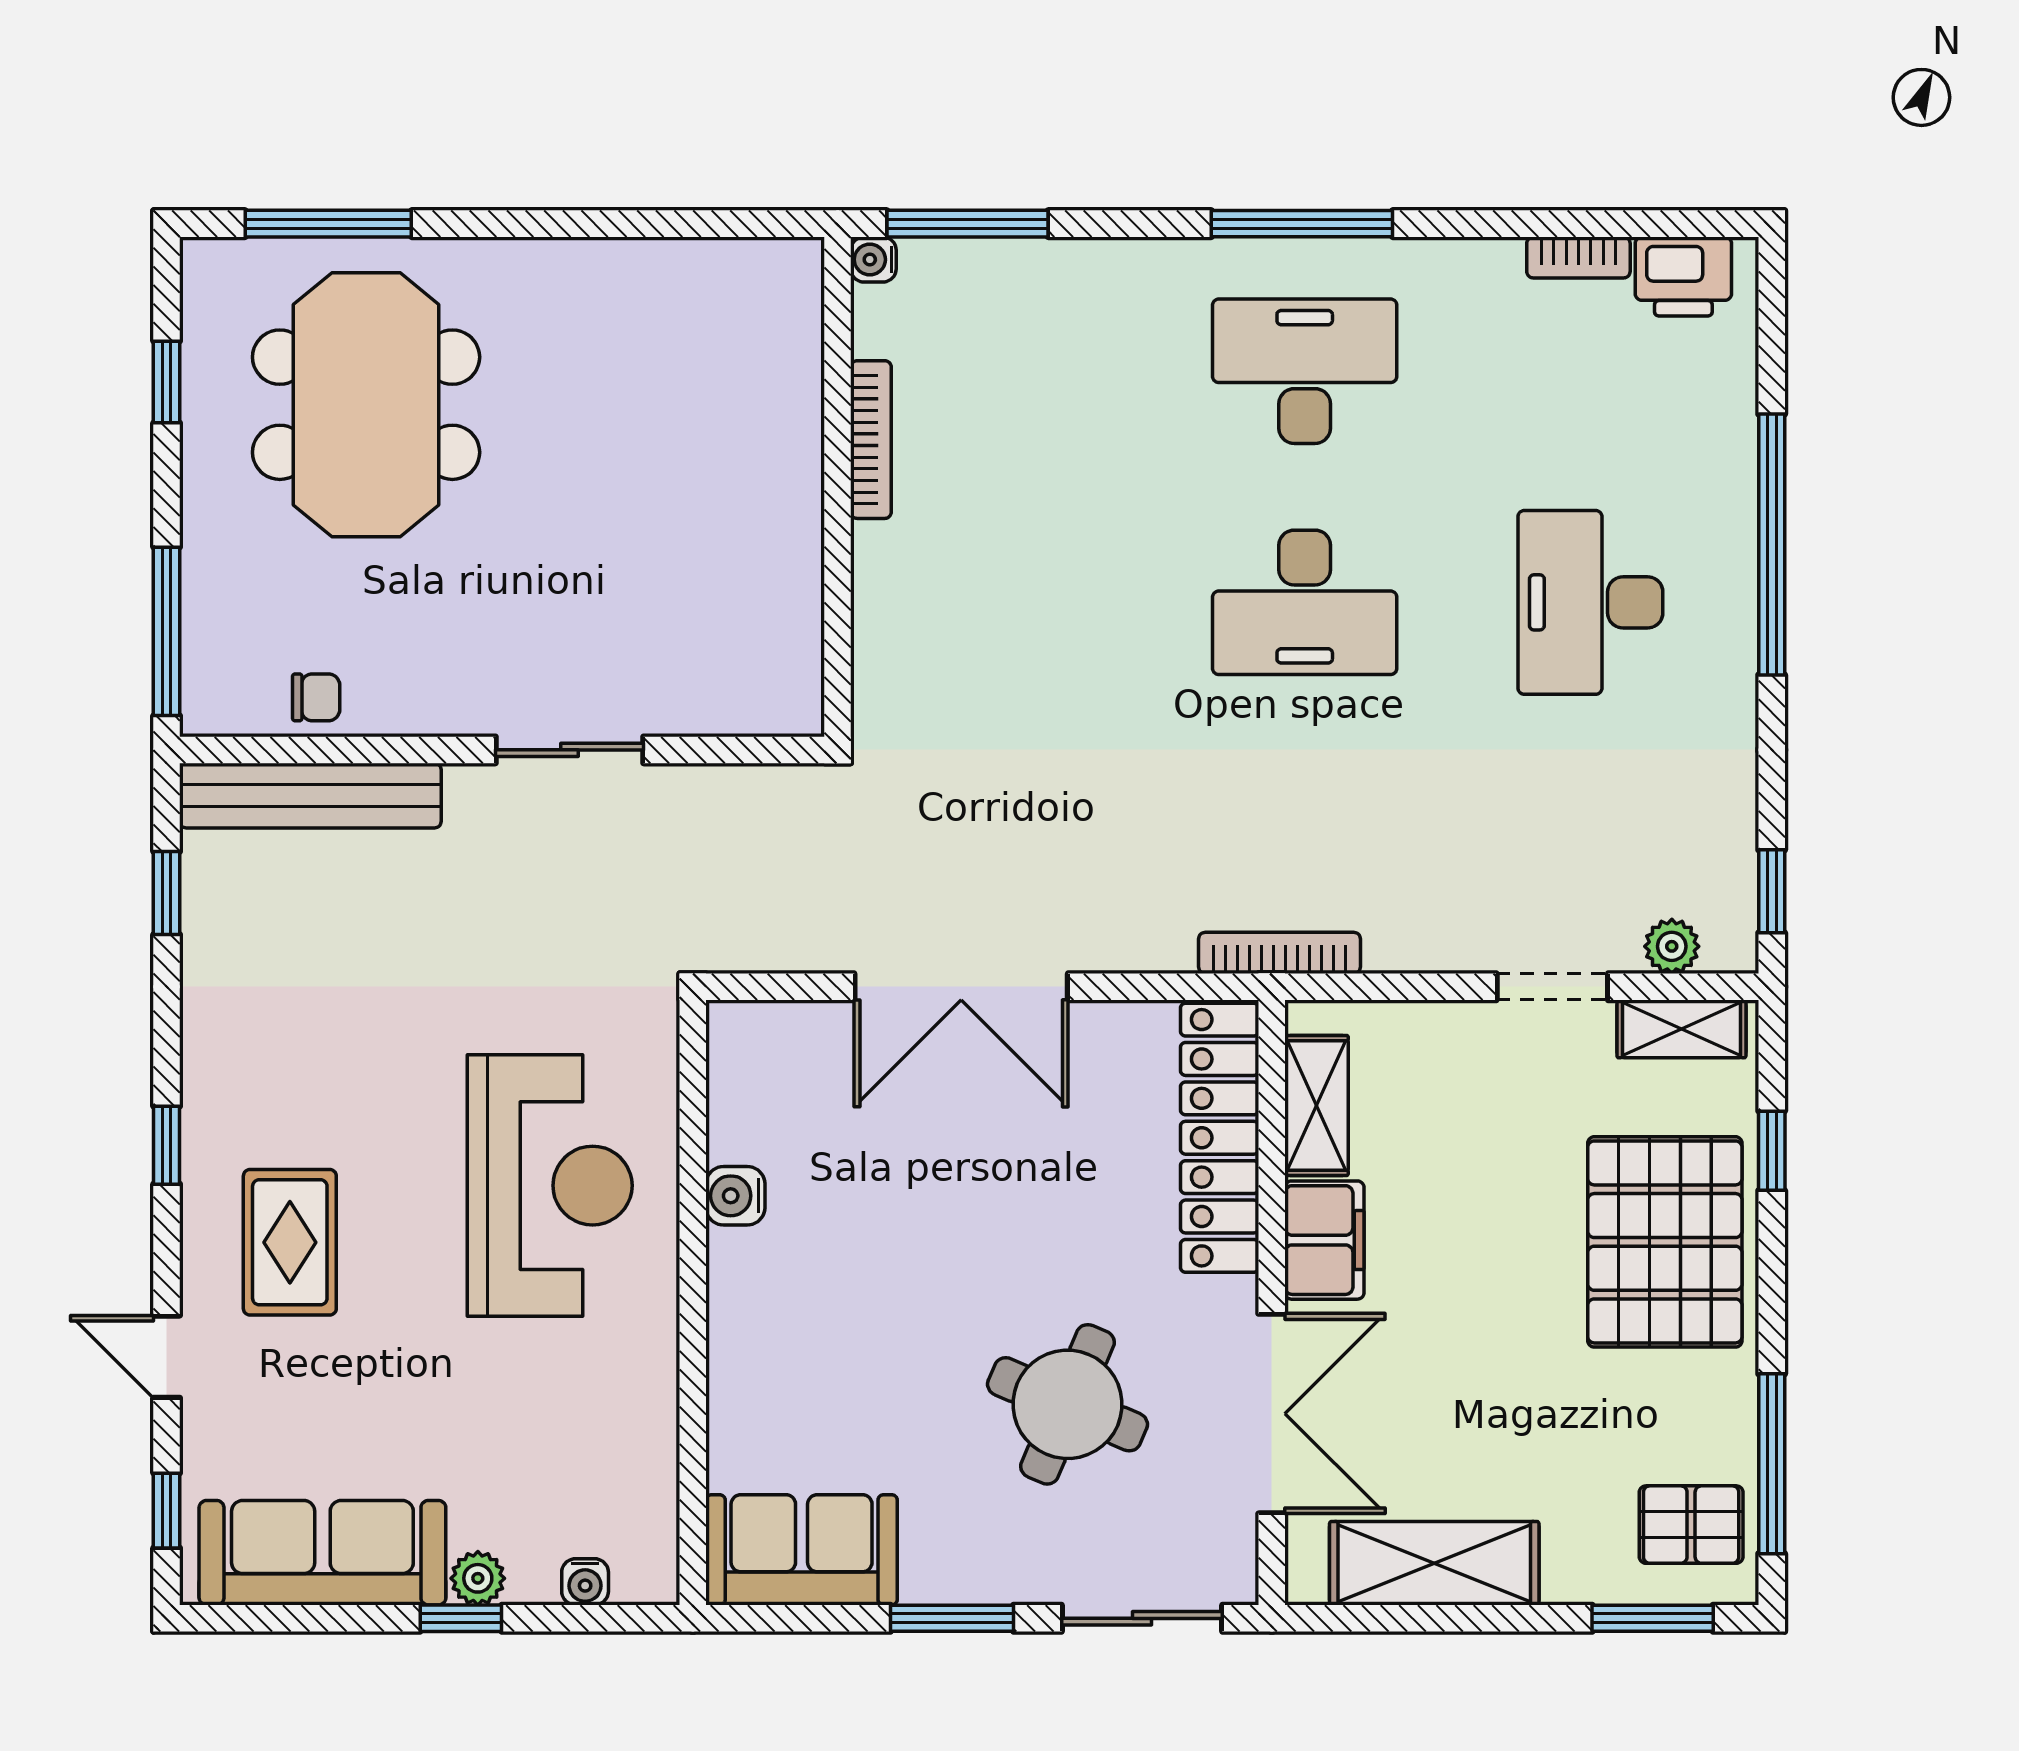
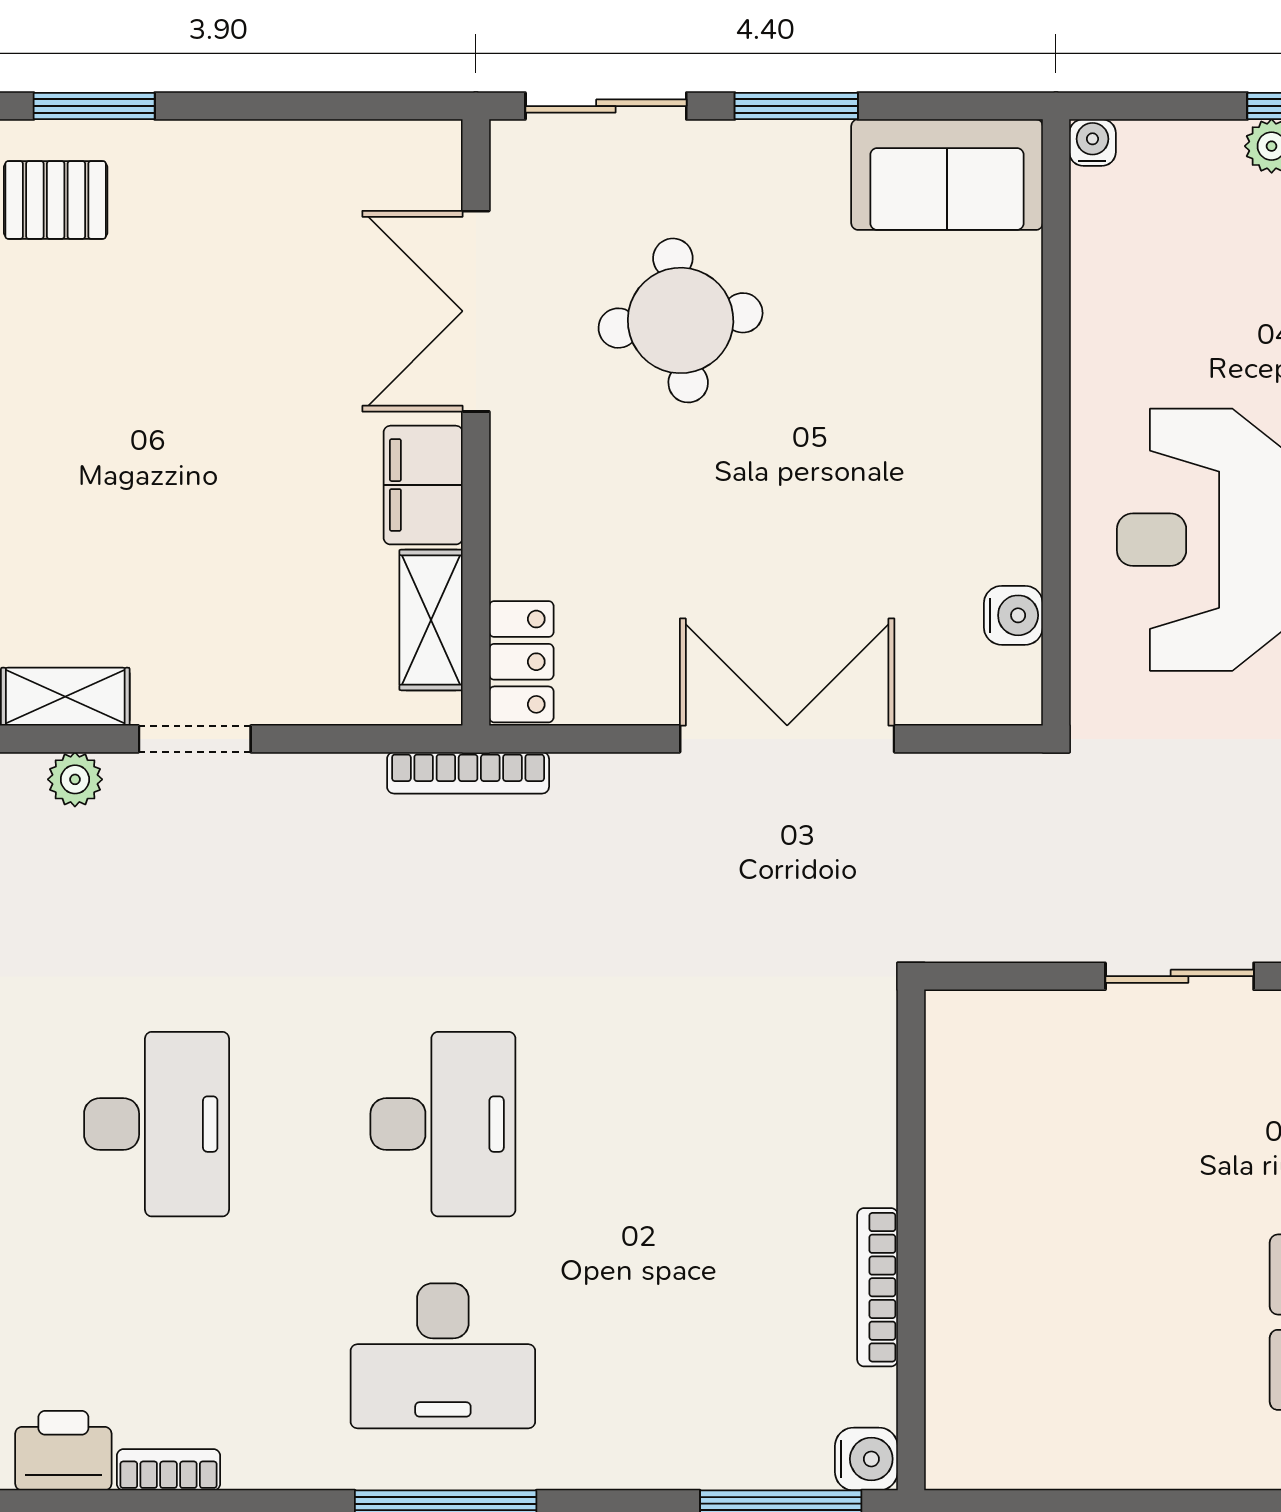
water cooler: (873, 260) -> (866, 1459), width x1.38, depth x1.38
desk: (1305, 602) -> (443, 1124), turned 90
locker: (1220, 1138) -> (521, 662), width x0.46, depth x0.83
water cooler: (735, 1196) -> (1013, 615), moved
pallet: (1665, 1242) -> (82, 483), removed
round table: (1067, 1404) -> (681, 320), turned -30
shelving: (1434, 1563) -> (313, 161), removed
water cooler: (585, 1582) -> (1092, 143), moved

